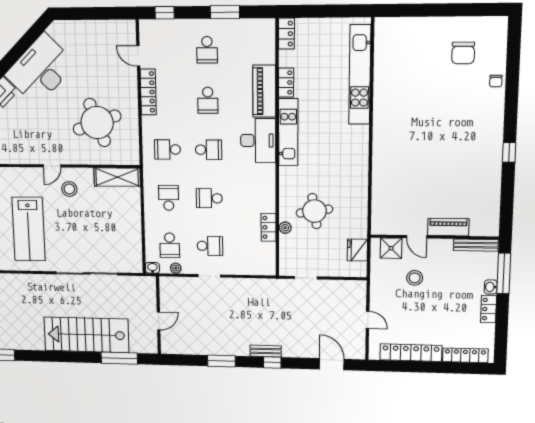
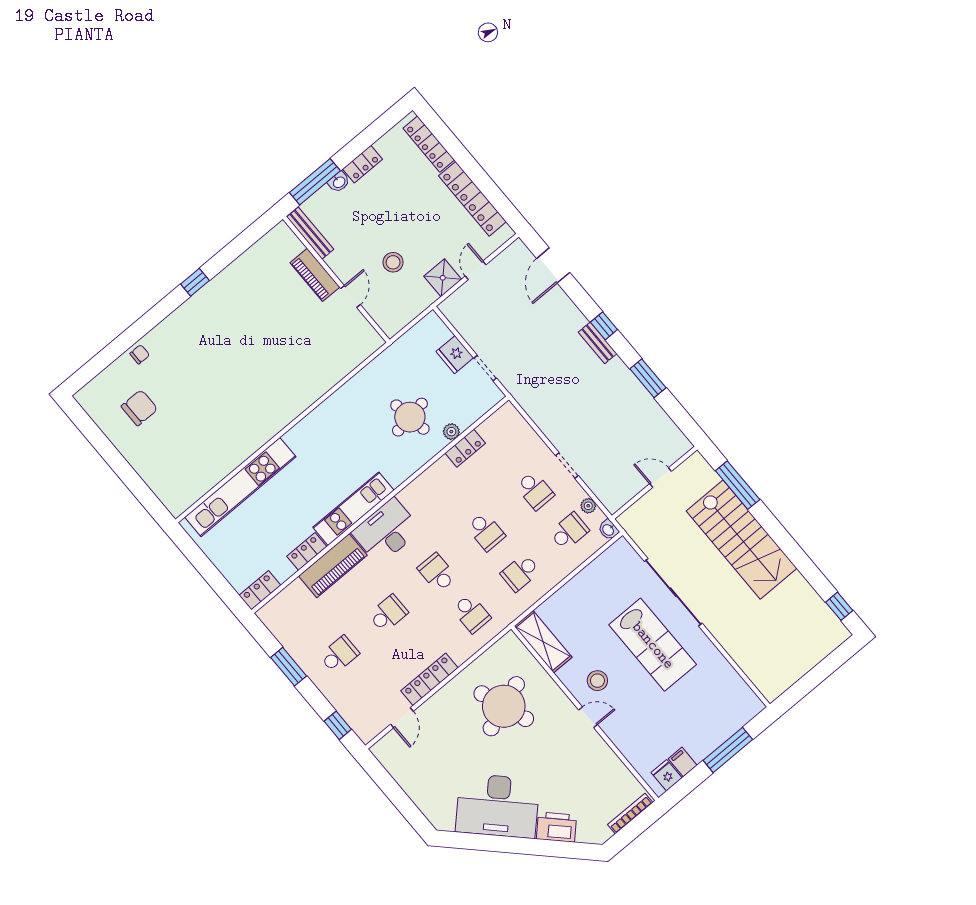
lab bench: (29, 229) -> (653, 645), moved, turned 90
school desk: (210, 246) -> (535, 491), turned 180
shower: (391, 248) -> (443, 278), moved
fridge: (357, 250) -> (455, 355), moved, turned 90

